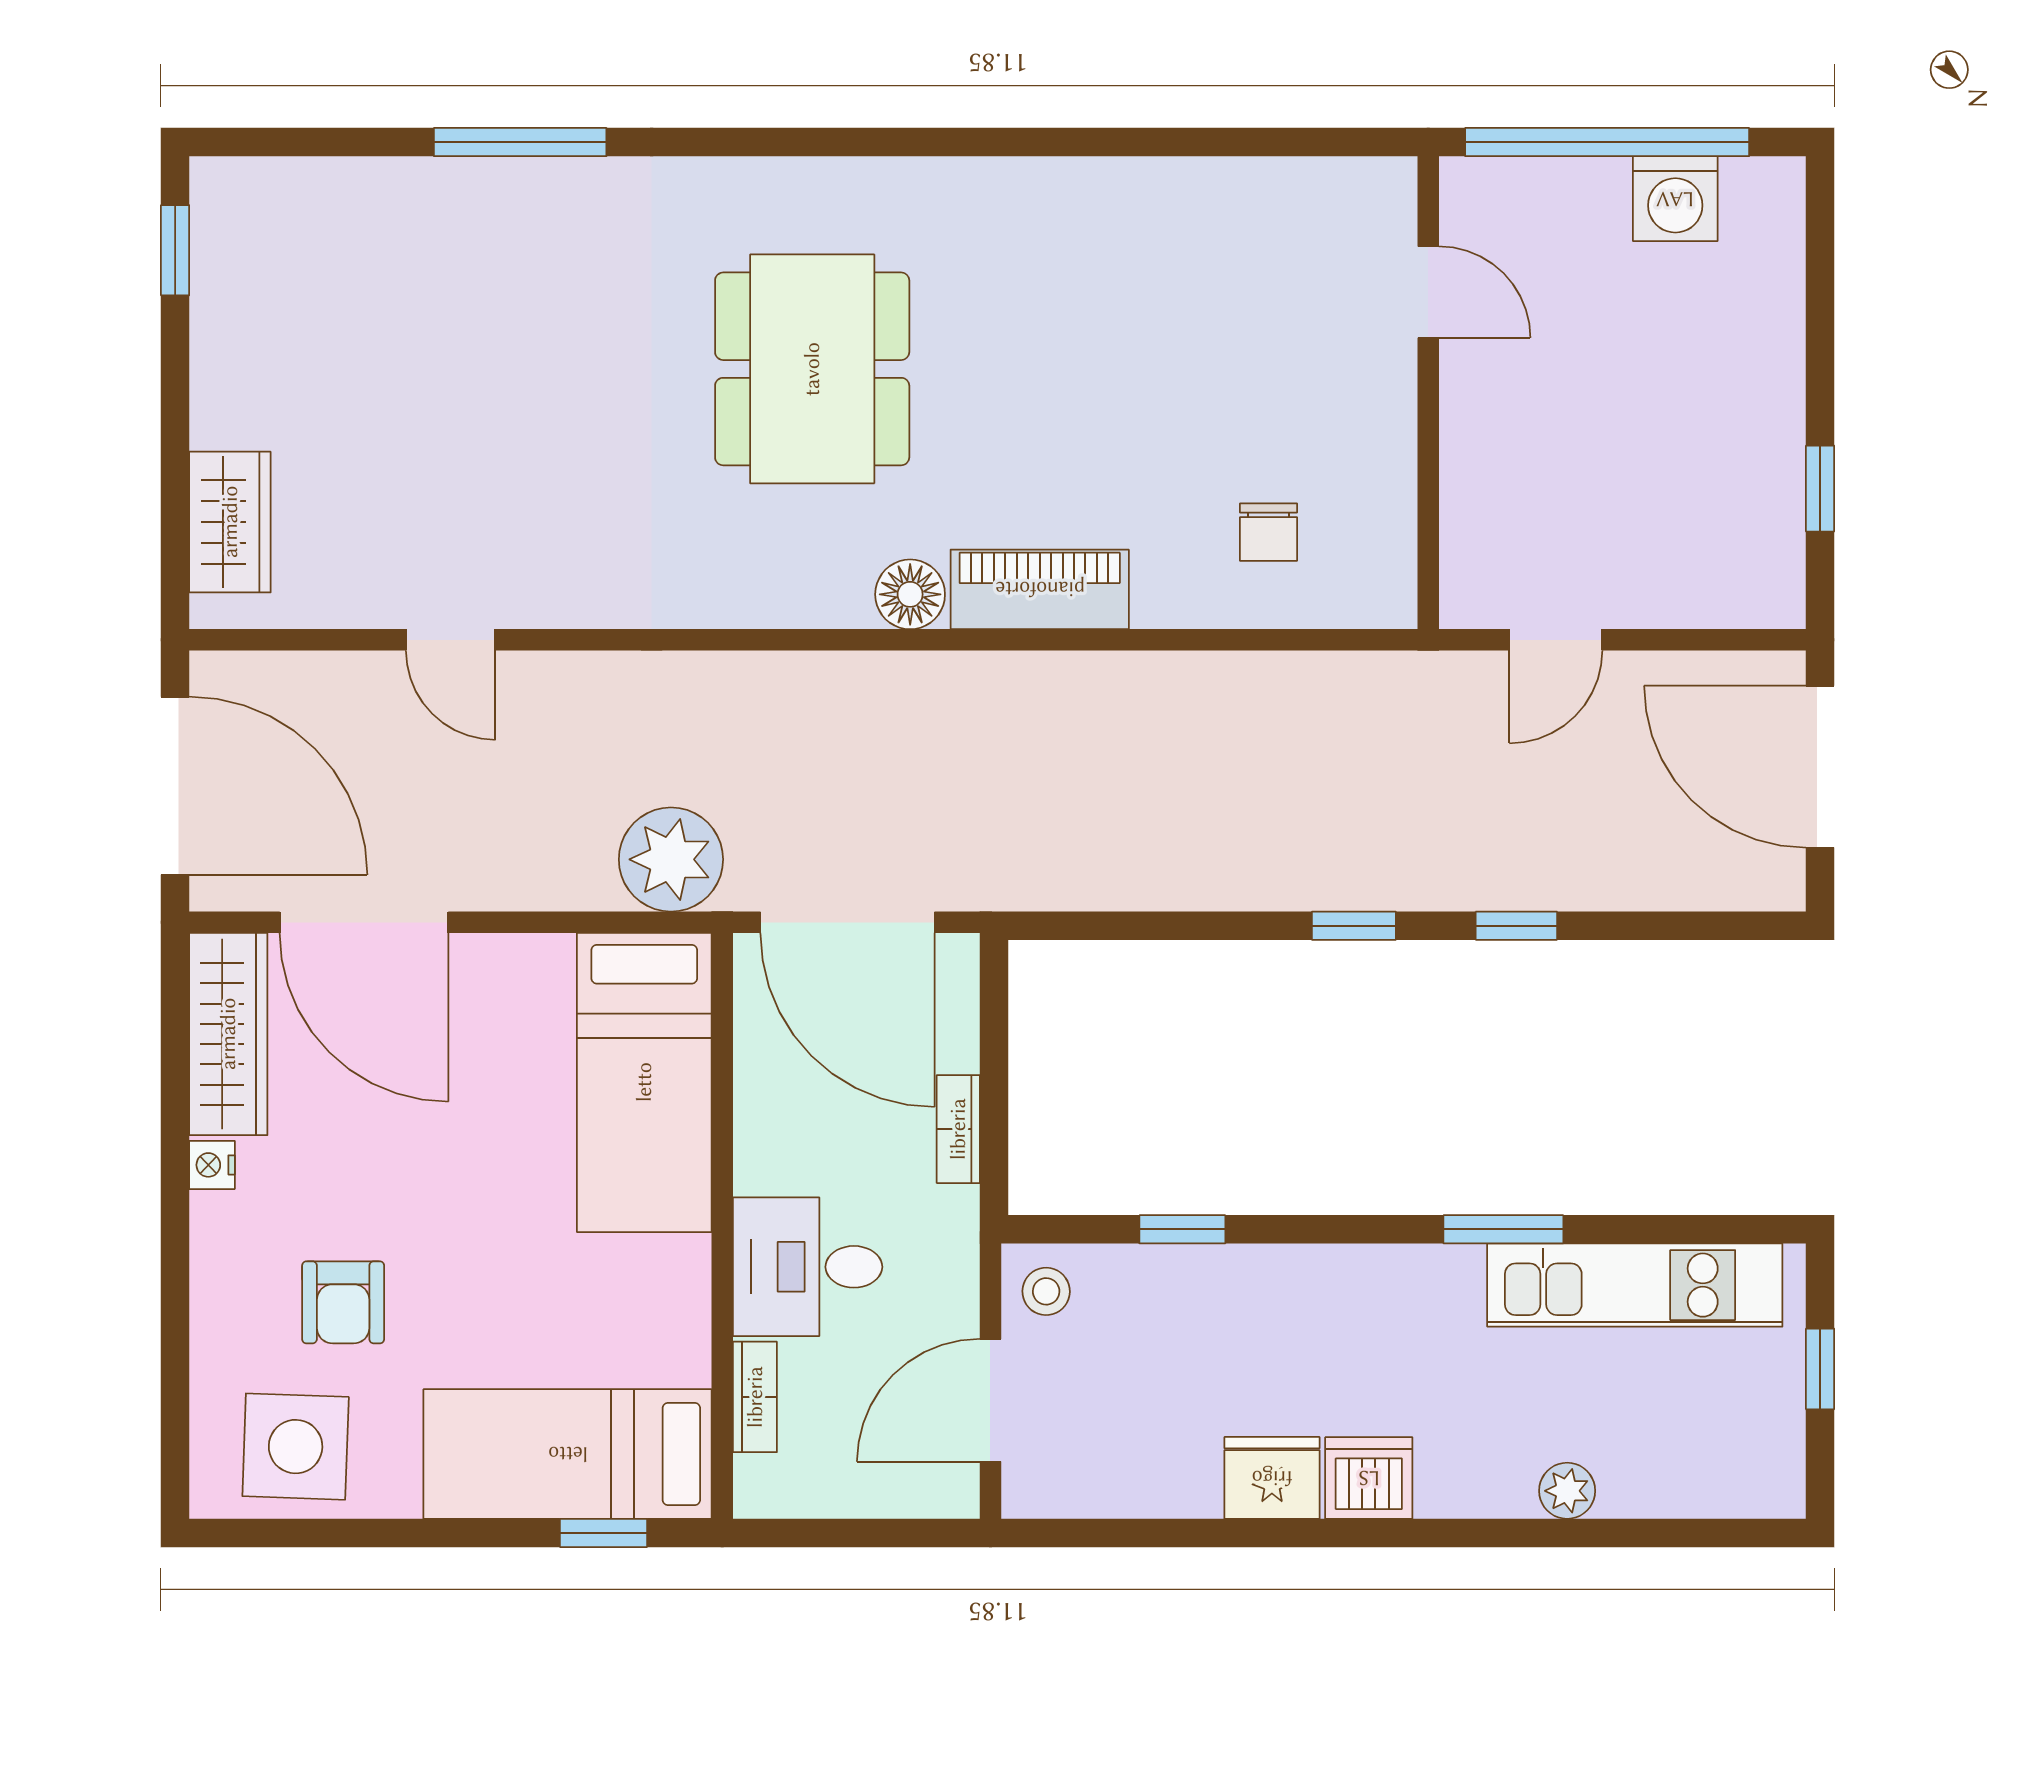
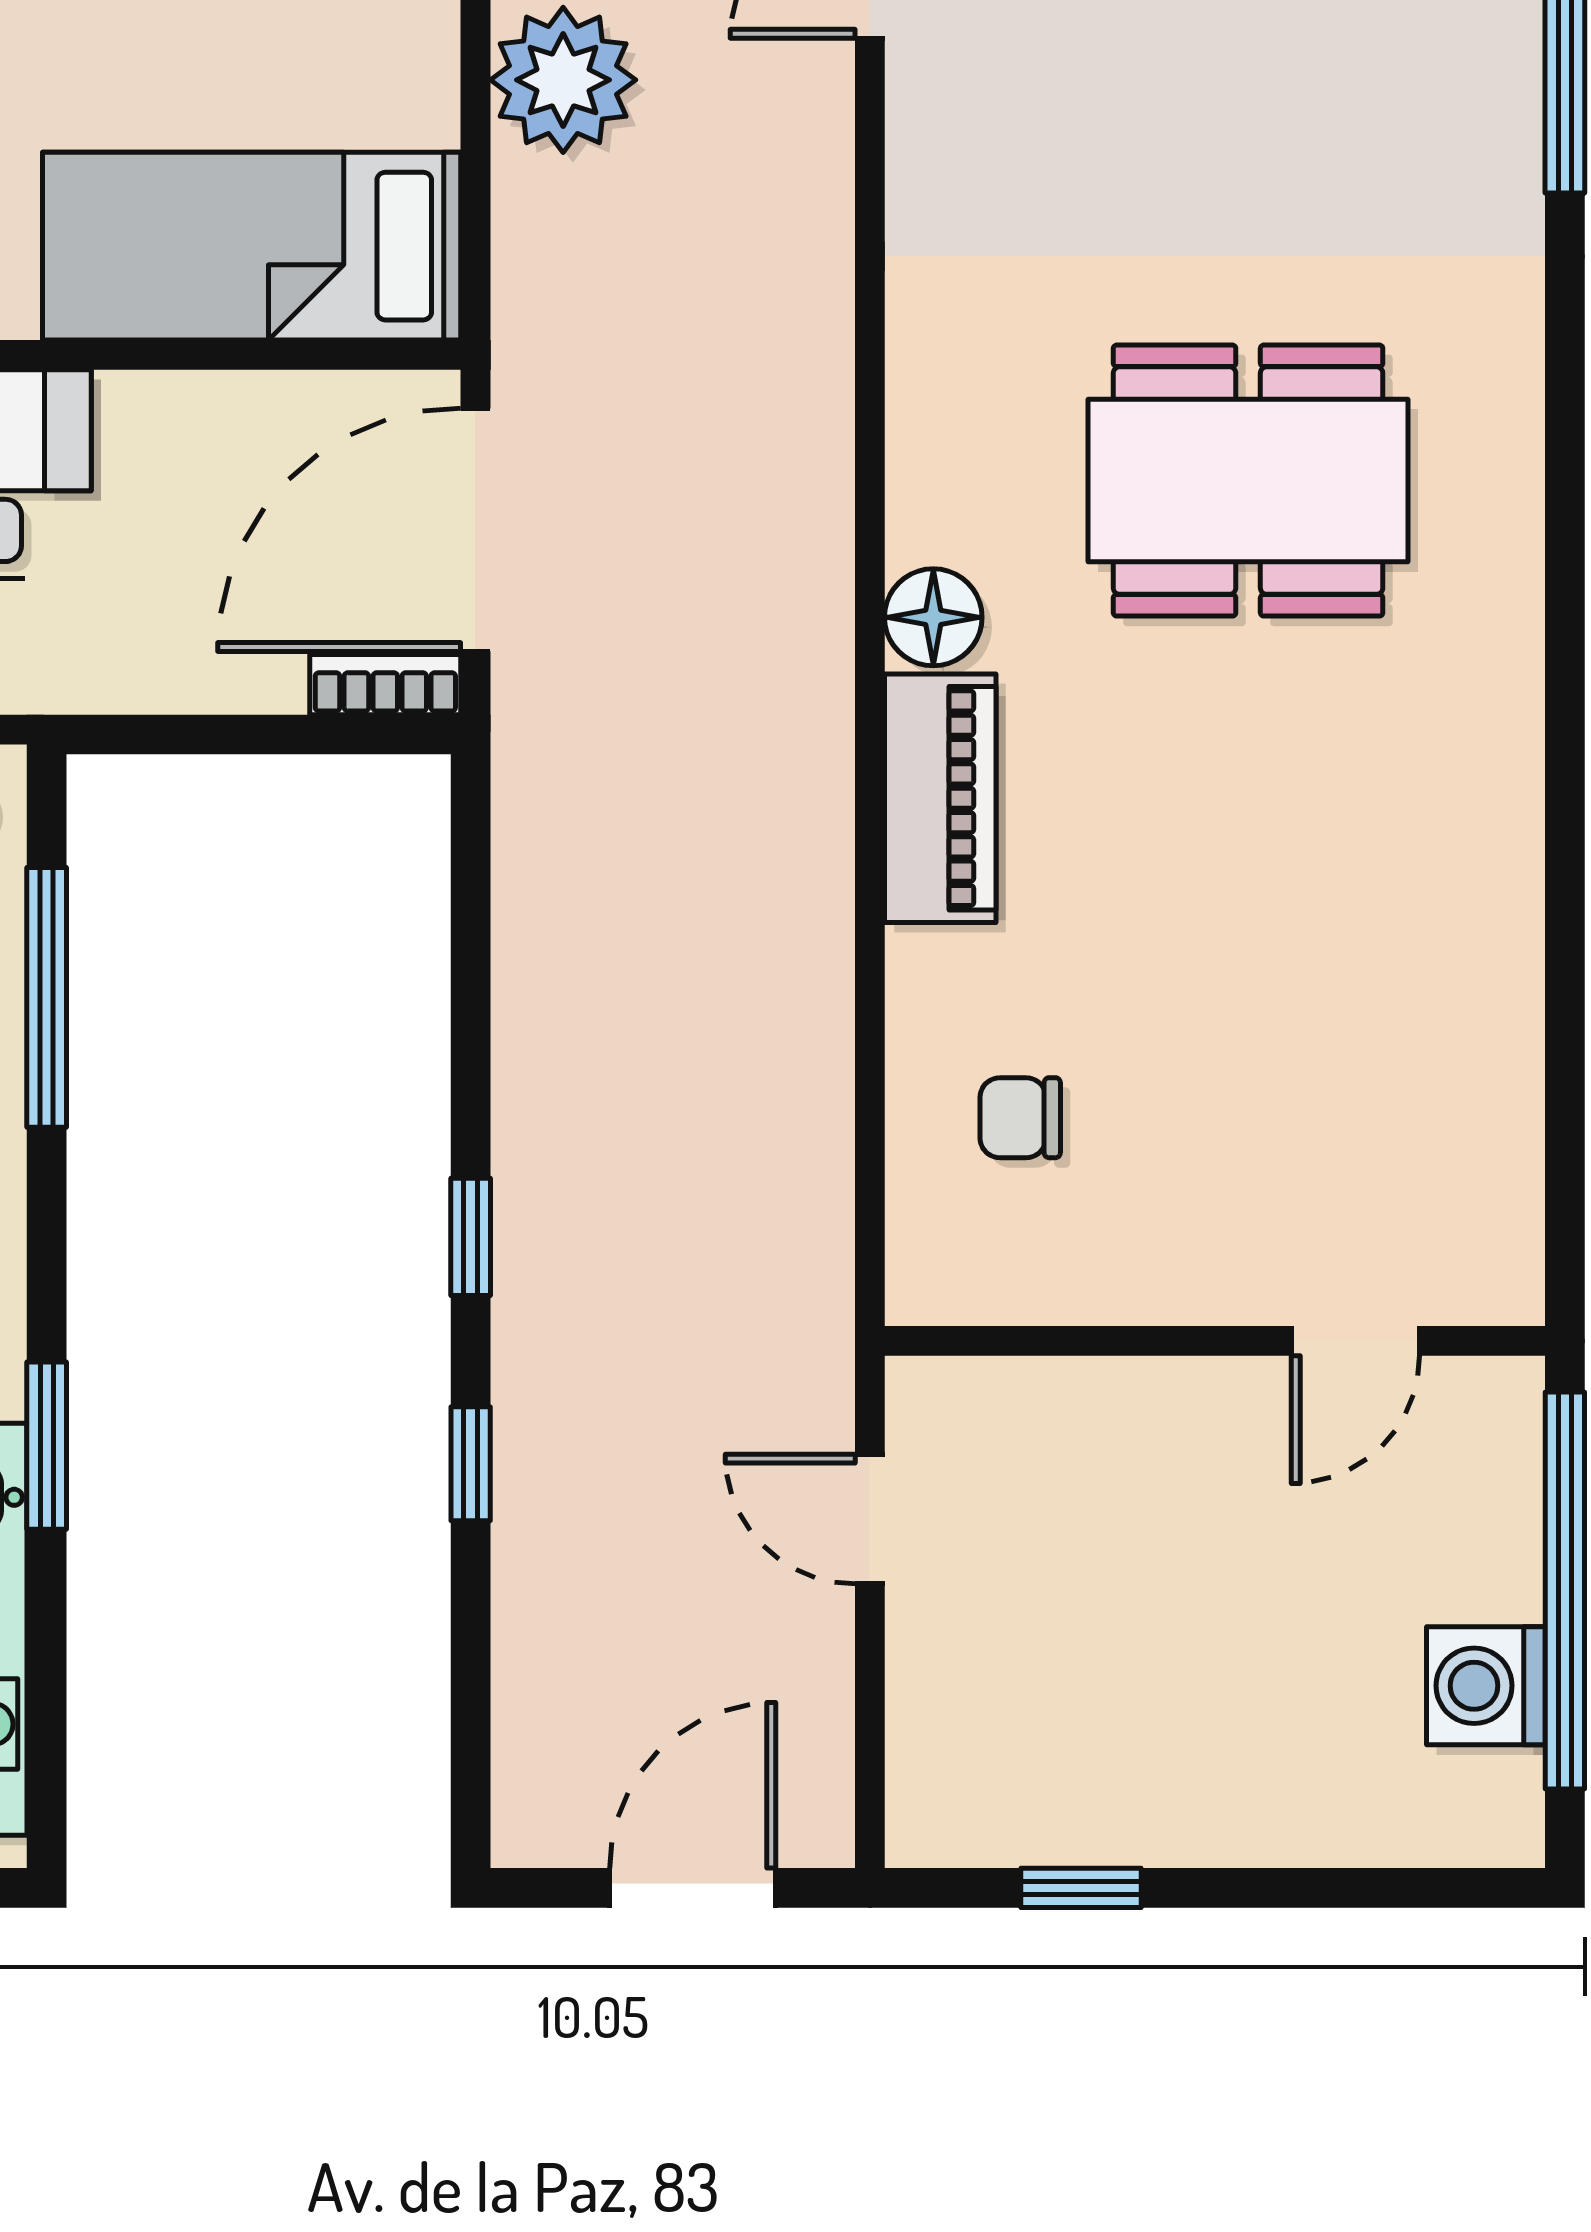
door: (1820, 767) -> (693, 1888), width x0.73
plant: (671, 859) -> (563, 80), moved
bookcase: (958, 1129) -> (385, 685), moved
window: (1182, 1229) -> (47, 997), width x2.17

